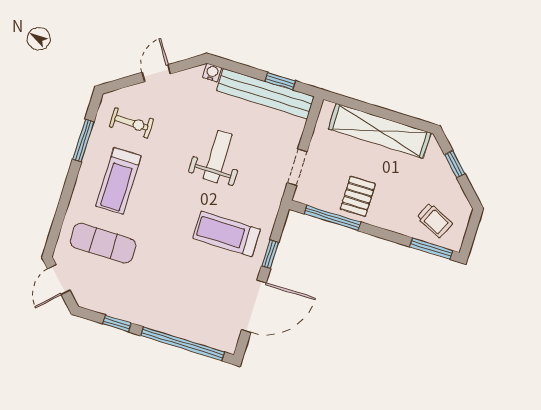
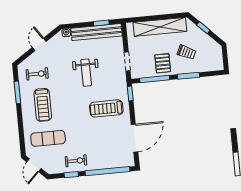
weight bench: (218, 157) -> (86, 73), turned 180
trolley: (435, 221) -> (186, 52), moved
window: (431, 249) -> (189, 76), moved
window: (270, 254) -> (130, 94), moved
exercise bike: (135, 303) -> (76, 161), added

